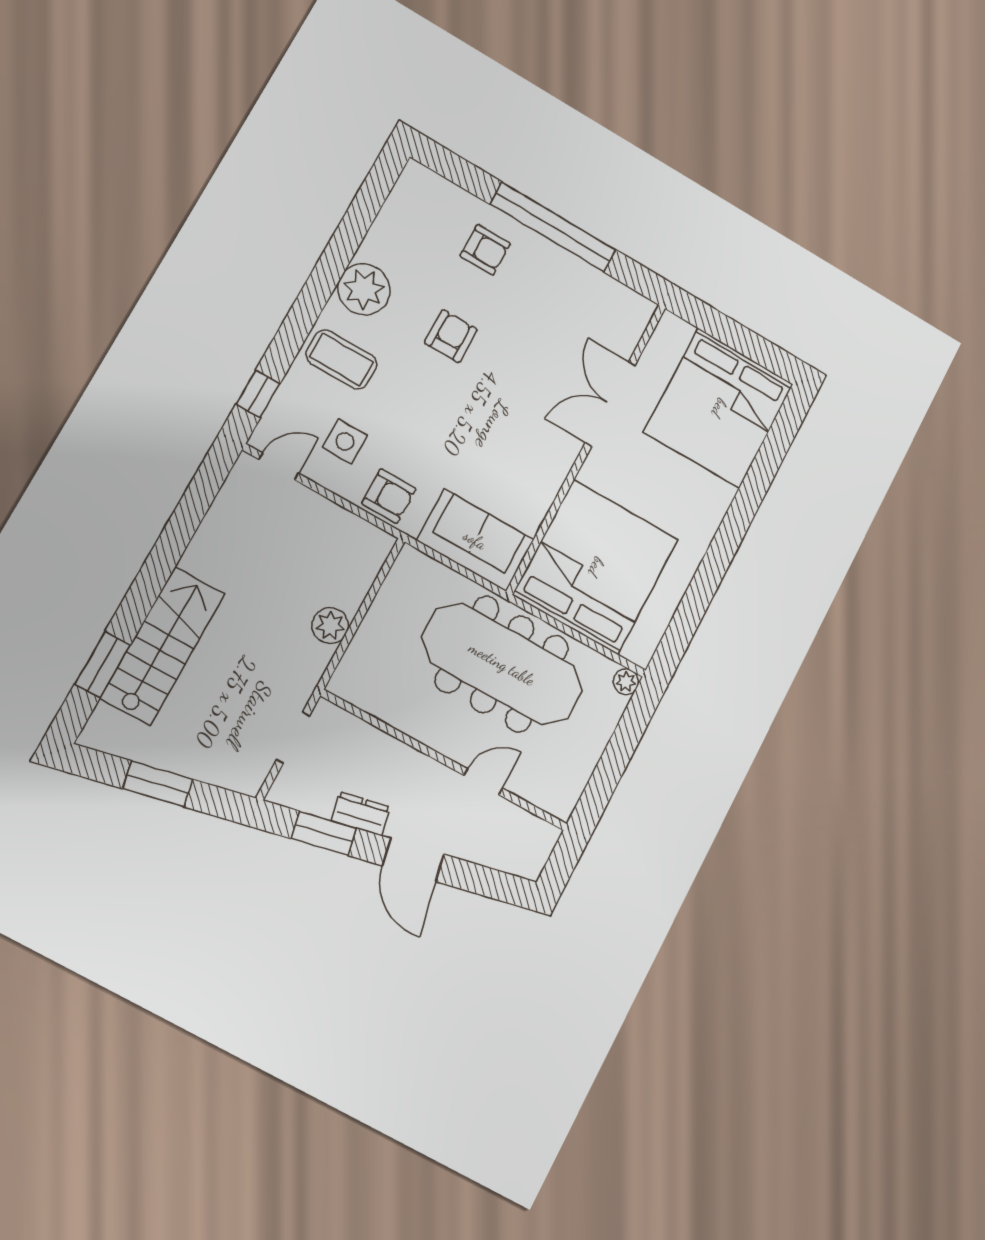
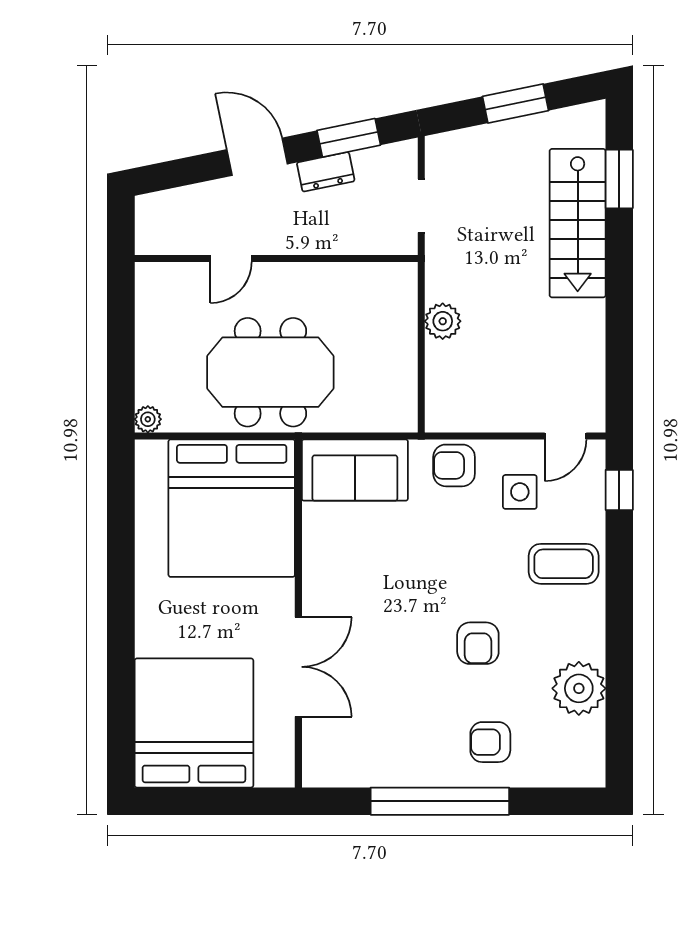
plant: (364, 289) -> (579, 688), moved
meeting table: (502, 664) -> (270, 372), width x0.73

